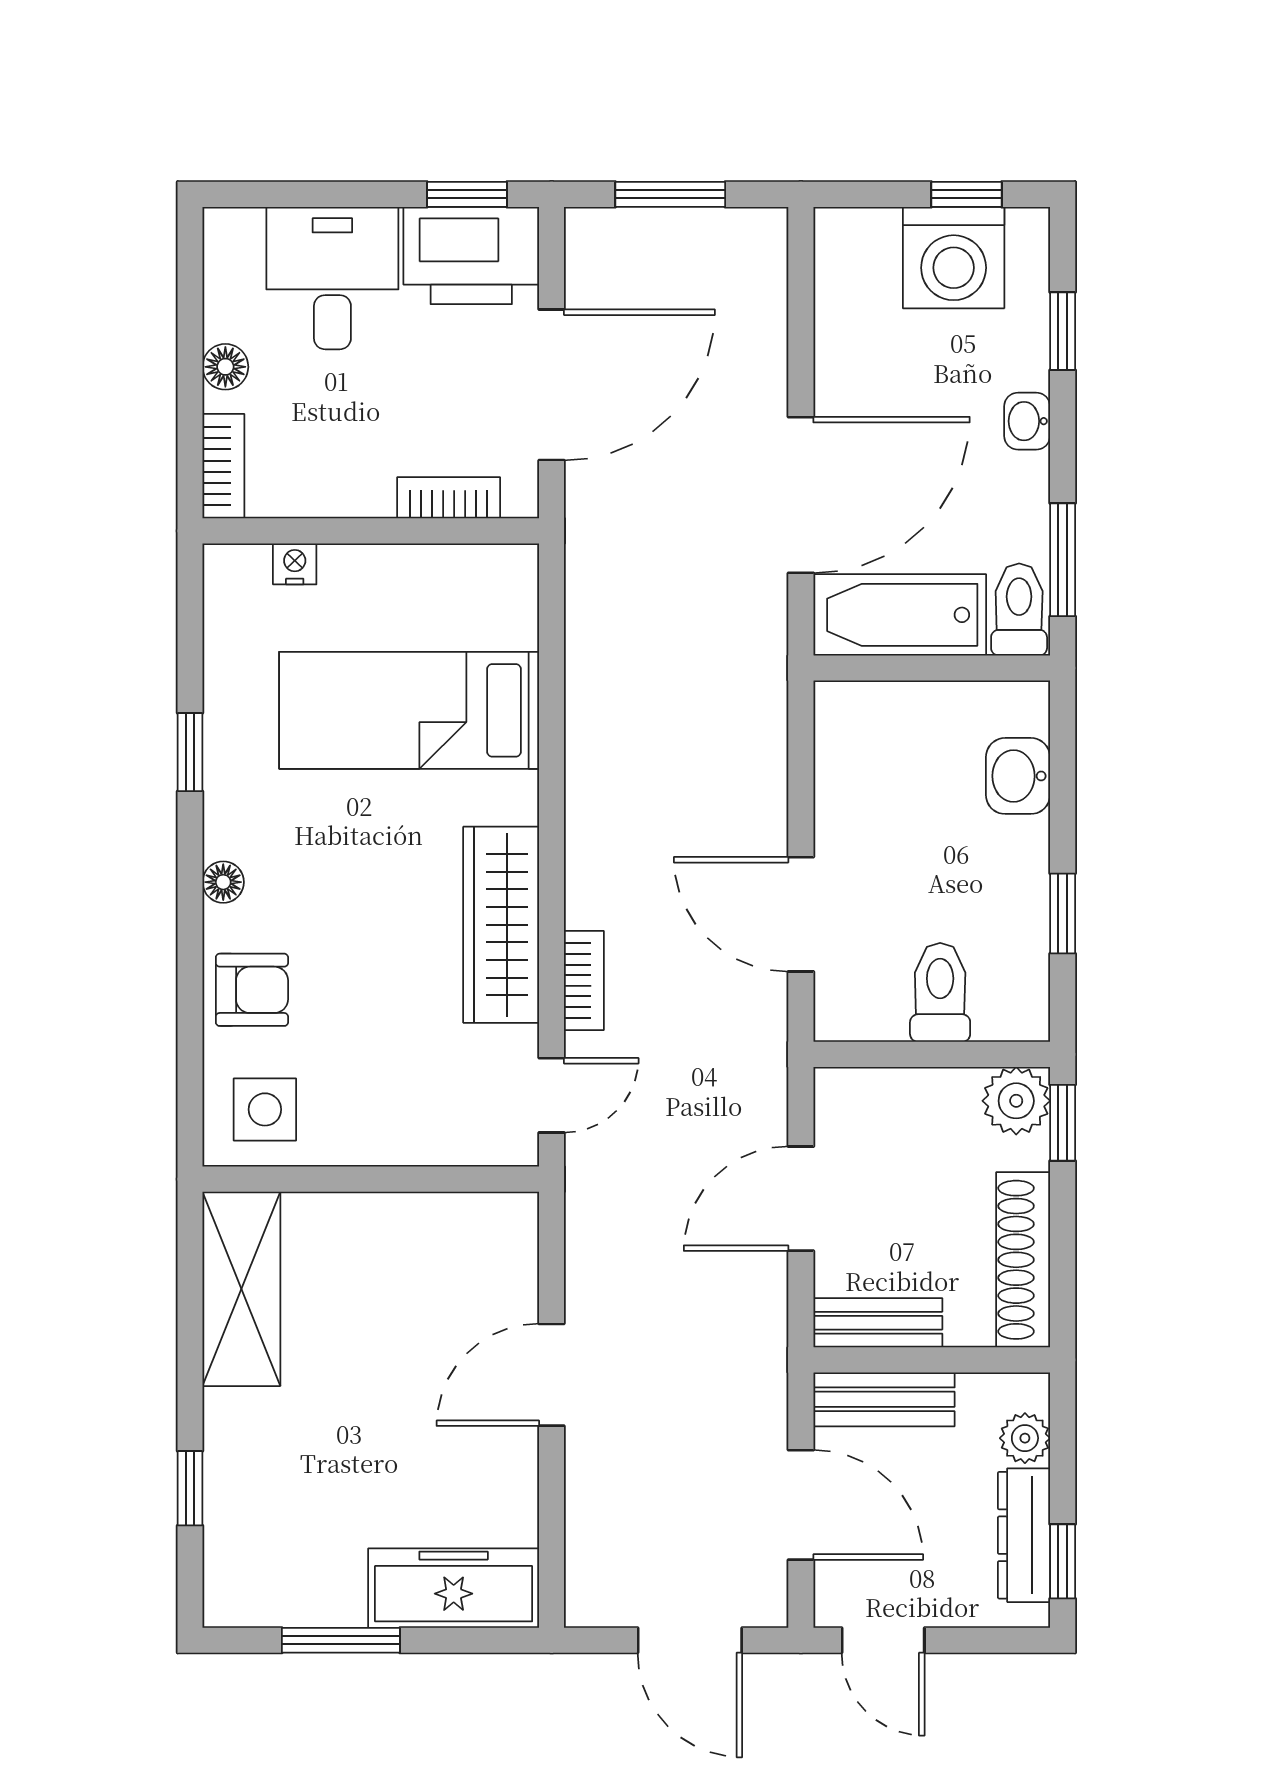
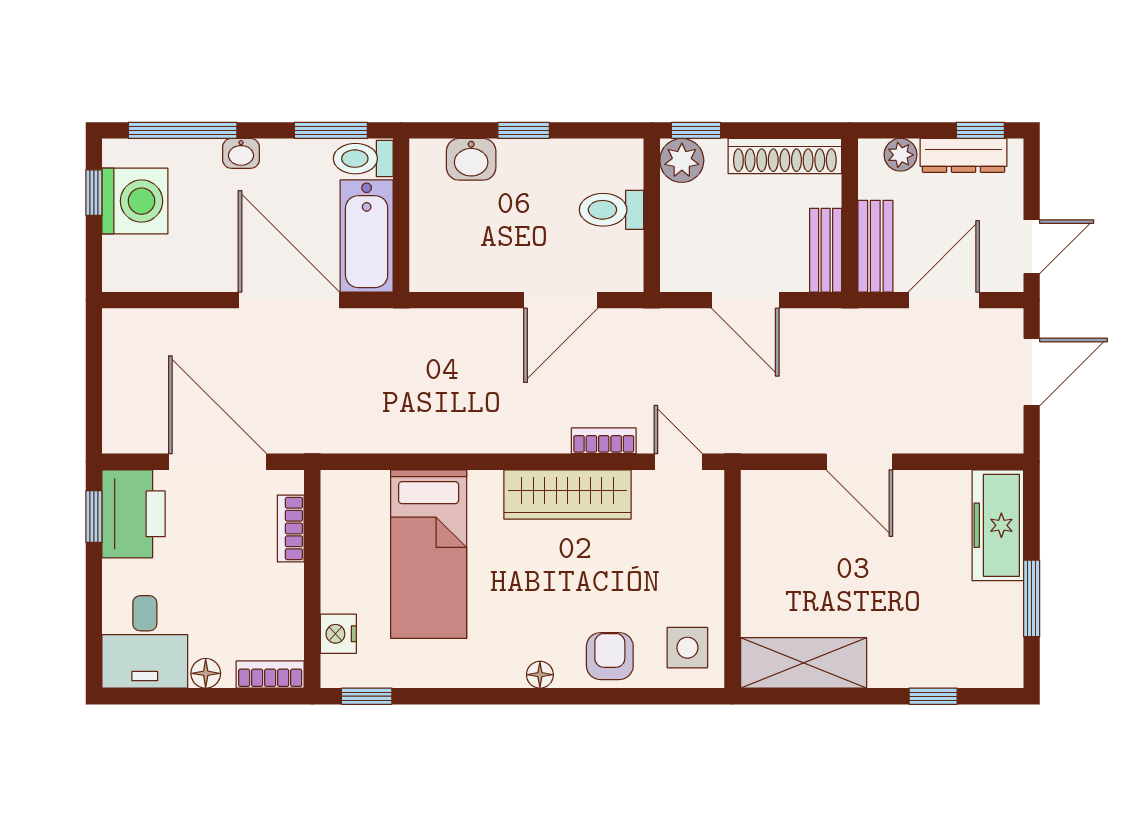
window: (670, 194) -> (94, 385), removed
desk: (332, 278) -> (145, 642), moved, turned -90
window: (1063, 331) -> (183, 130), width x2.17
nightstand: (295, 564) -> (338, 634), width x1.39, depth x1.35
window: (190, 752) -> (367, 696), moved
window: (1063, 914) -> (524, 130), moved

